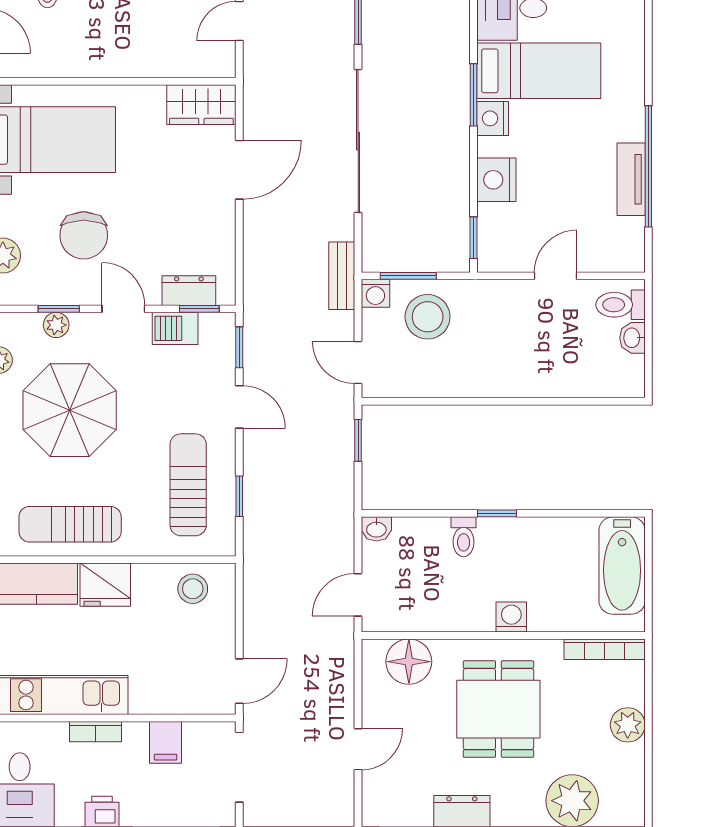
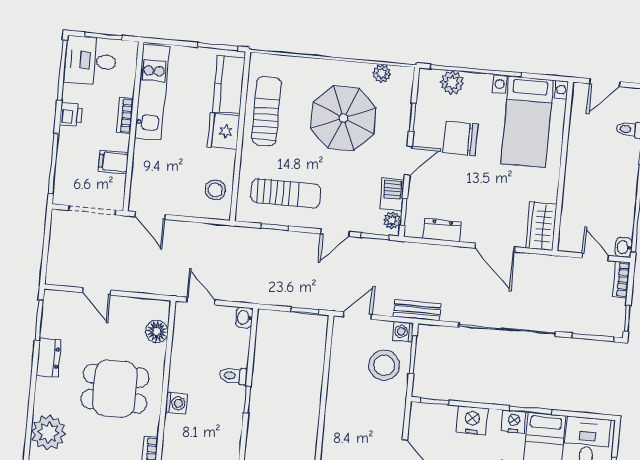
dresser: (189, 291) -> (442, 230), moved, turned -90
plant: (56, 325) -> (392, 220), moved
floor lamp: (409, 662) -> (157, 331), width x0.73, depth x0.73

